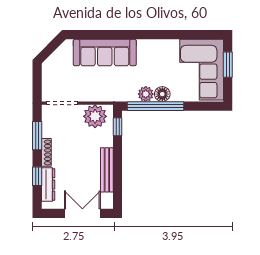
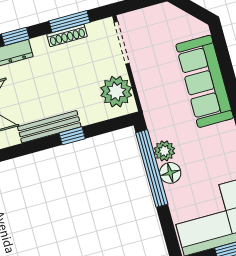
window: (118, 127) -> (72, 136), moved
shoe rack: (46, 152) -> (67, 35), moved

